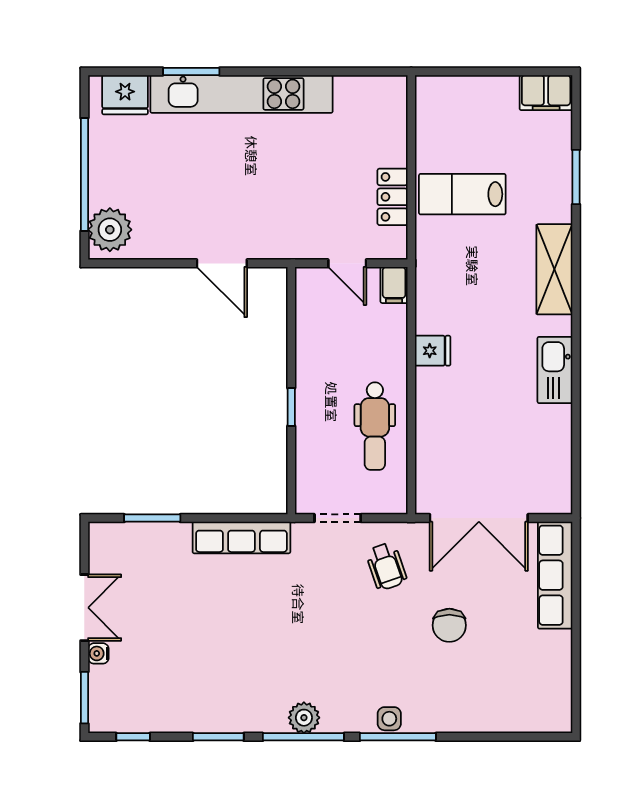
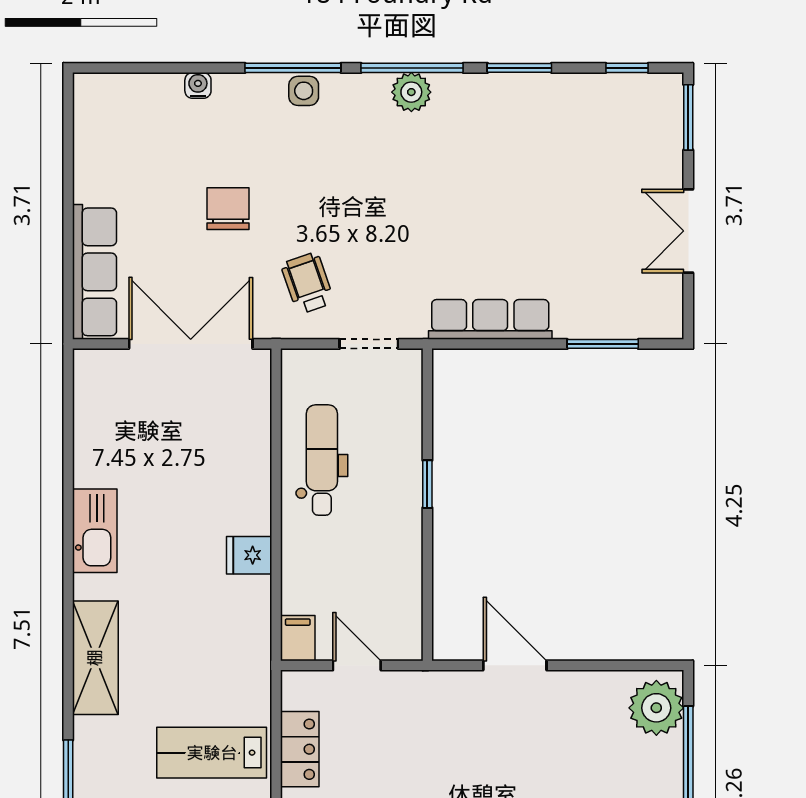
lab bench: (462, 194) -> (212, 753), turned 180
water cooler: (98, 653) -> (198, 85), moved, turned -90

